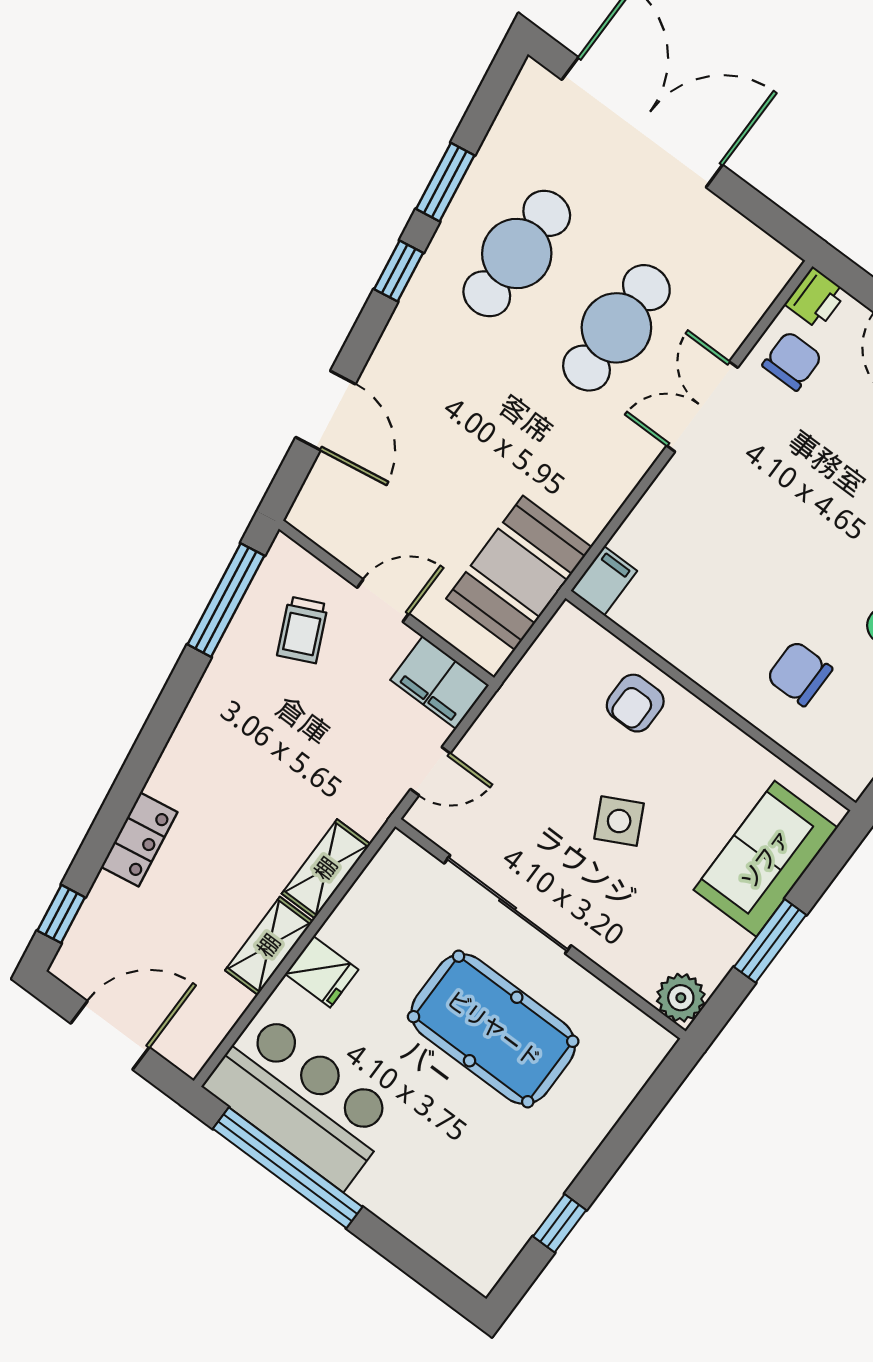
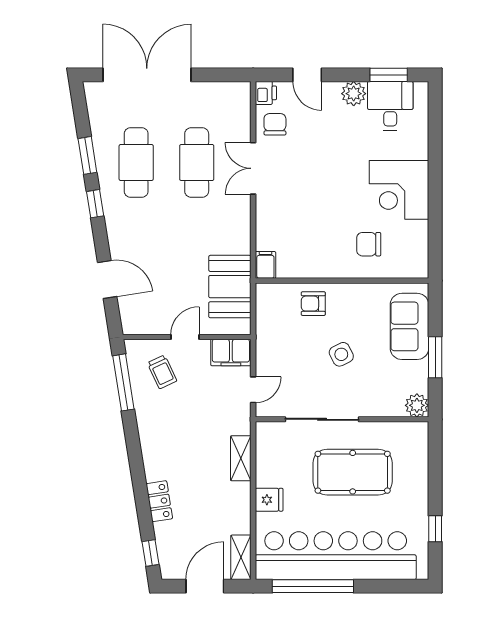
armchair: (635, 703) -> (313, 304), turned 90
shelving: (269, 946) -> (241, 557), moved
bar counter: (302, 1100) -> (336, 556), width x1.86

